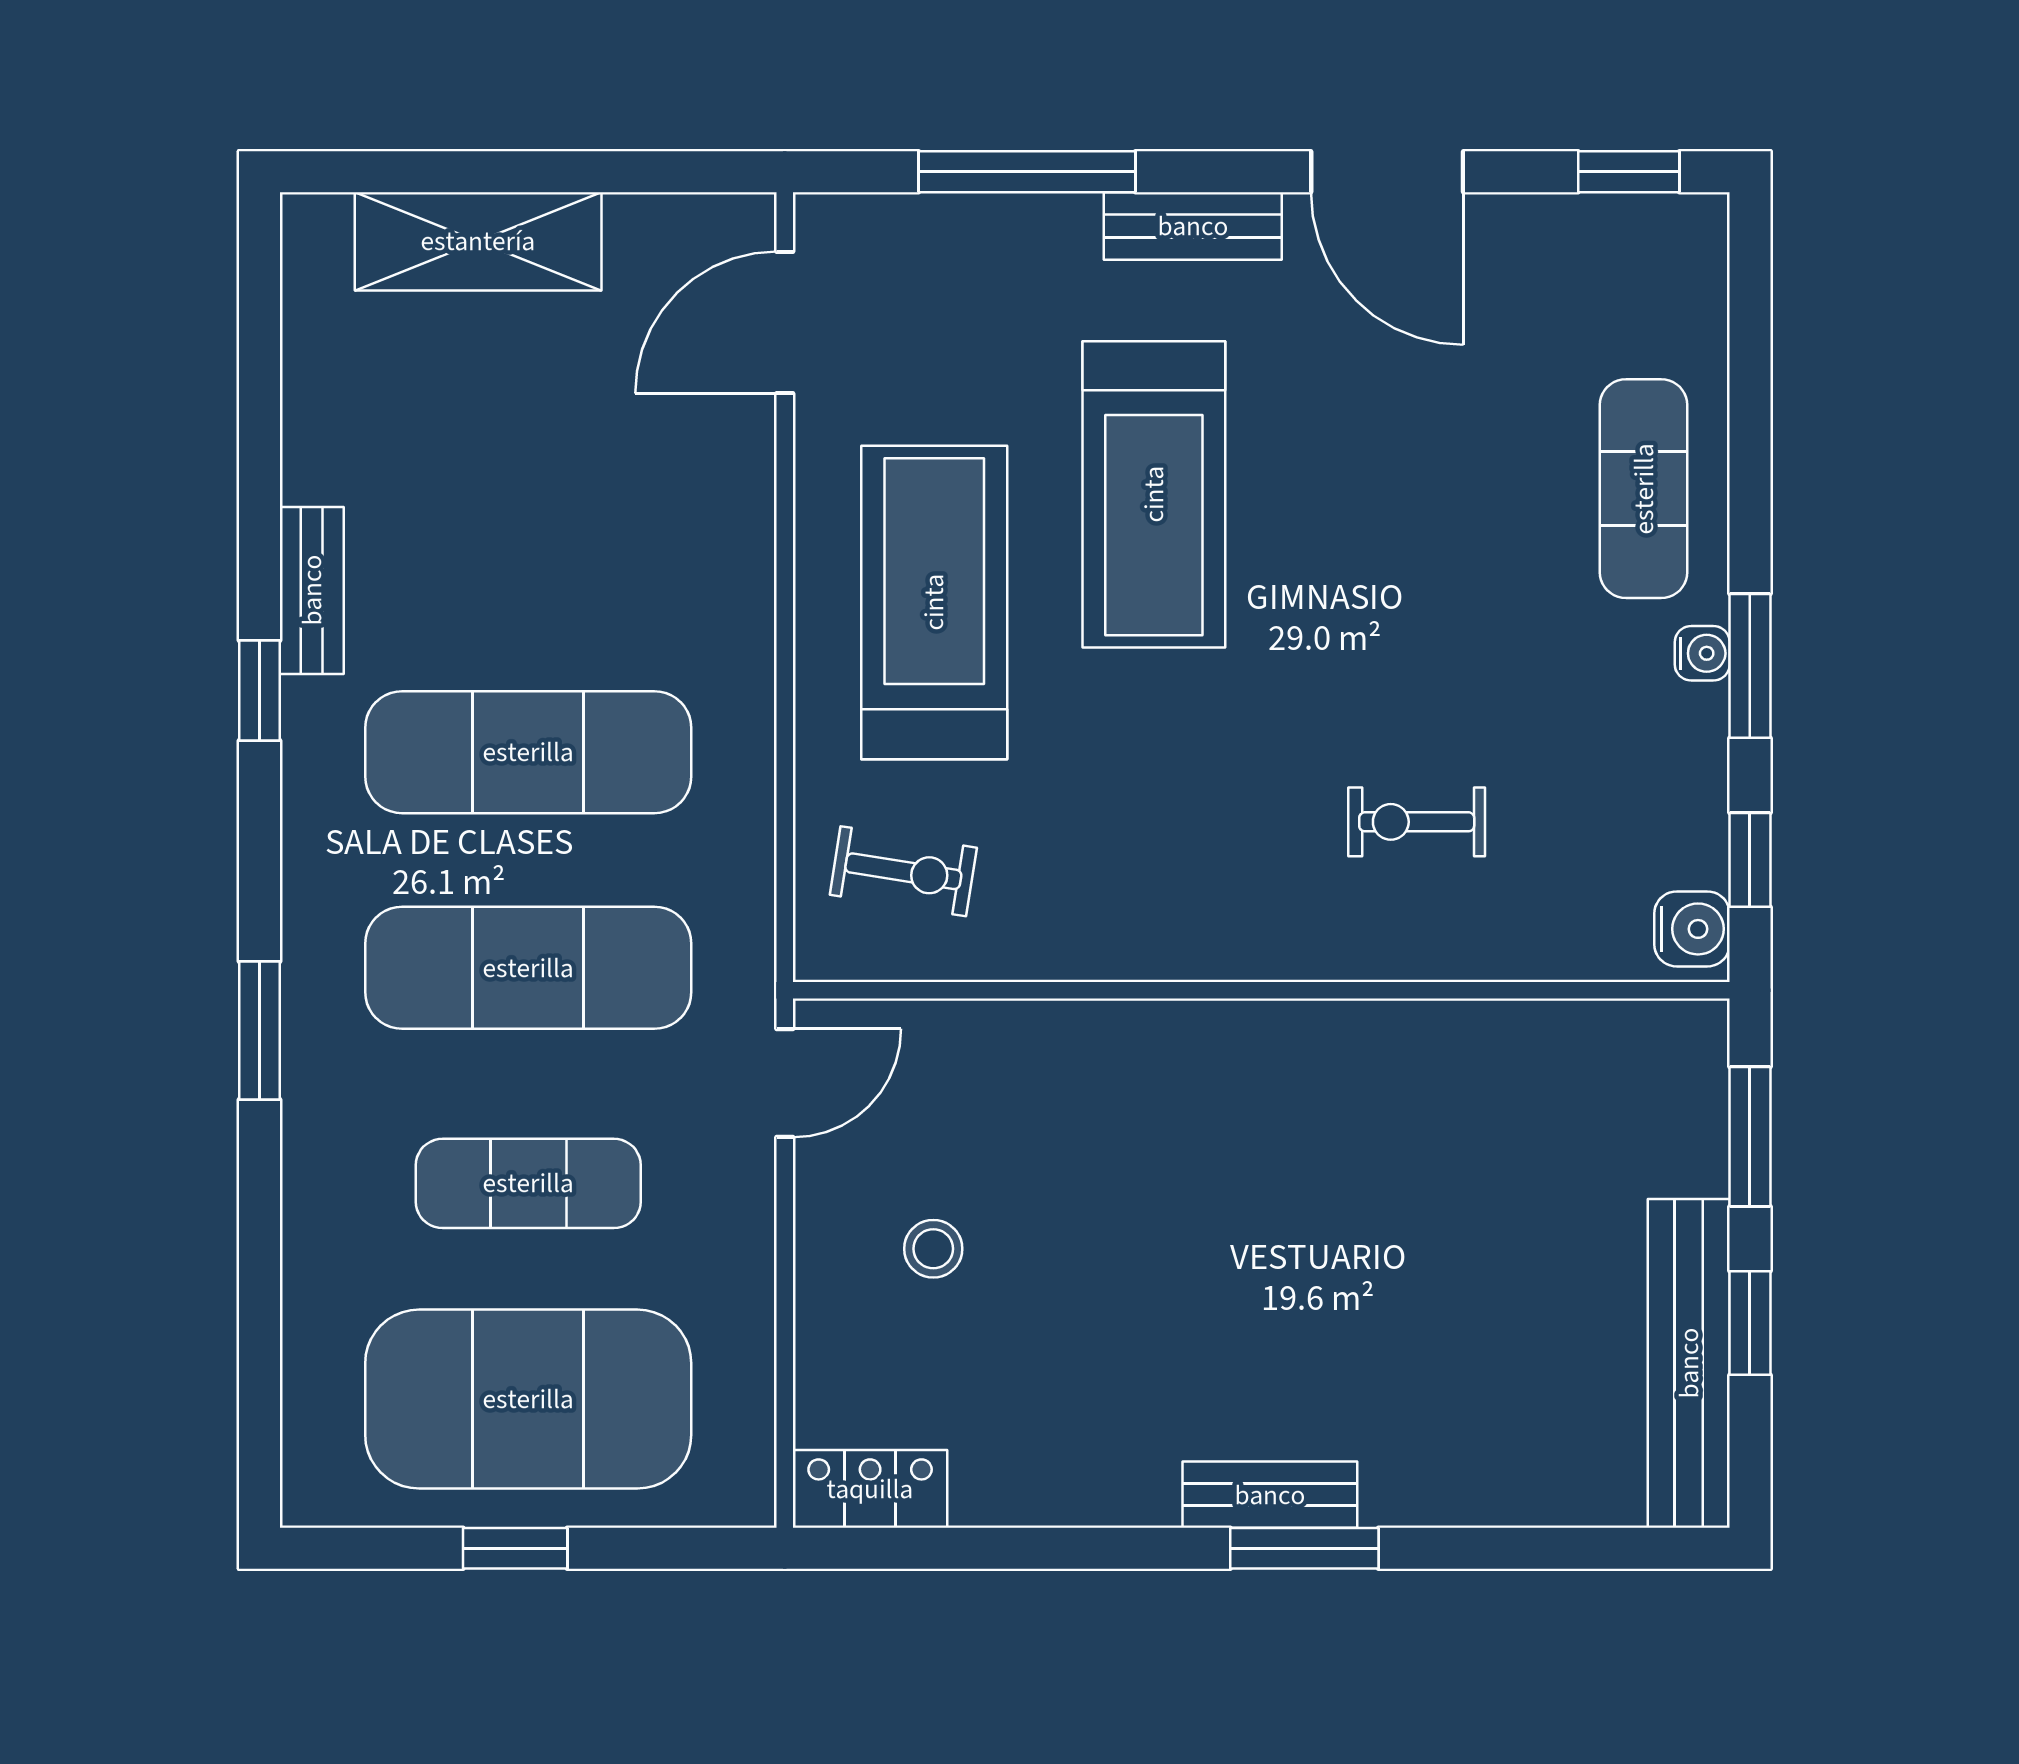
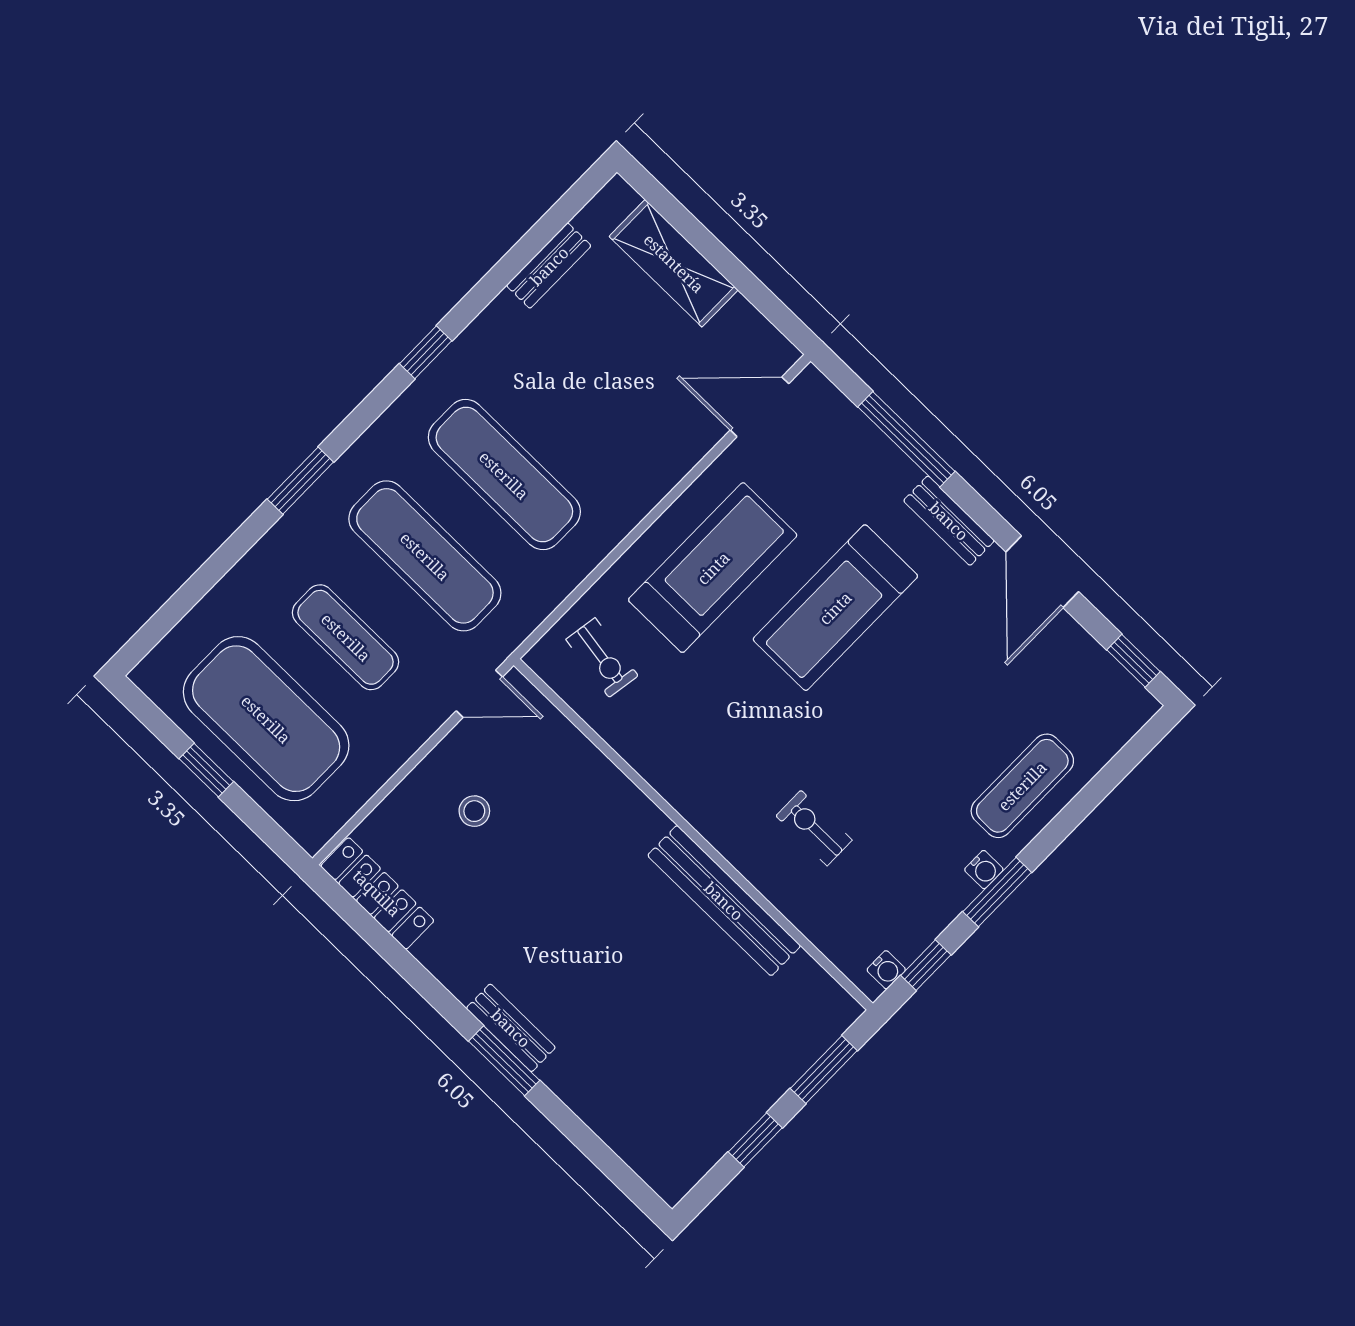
bench: (312, 590) -> (549, 266), moved
water cooler: (1692, 929) -> (886, 970), width x0.72, depth x0.72
bench: (1689, 1363) -> (724, 901), moved, turned 90
locker: (870, 1489) -> (377, 893), width x1.53

